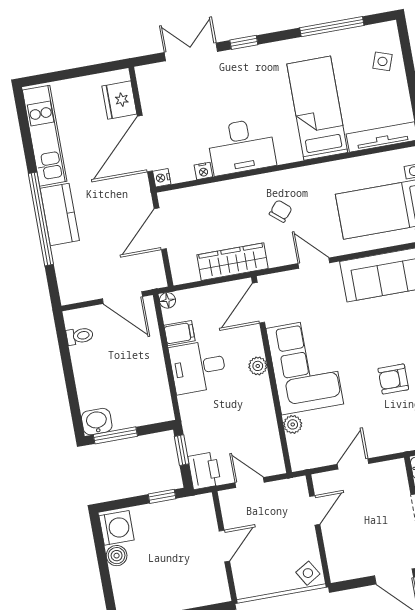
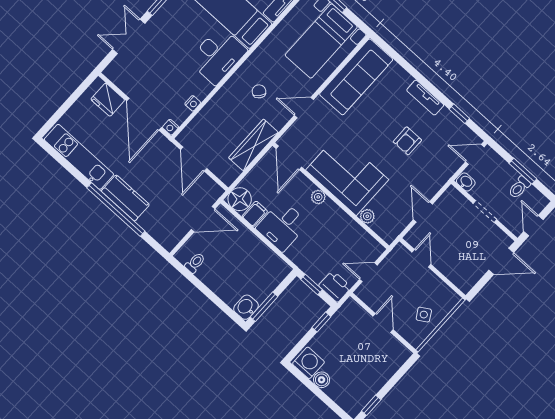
desk: (241, 146) -> (218, 56), moved
floor lamp: (167, 300) -> (240, 199), width x1.89, depth x1.89
side table: (308, 573) -> (424, 315), moved

